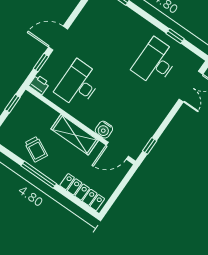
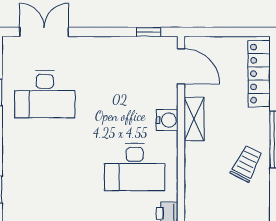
water cooler: (104, 130) -> (167, 120), moved
shelving: (75, 135) -> (194, 119), width x0.67, depth x0.75

